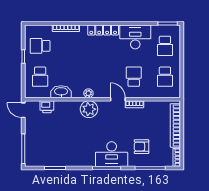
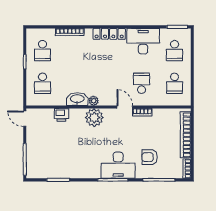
school desk: (40, 46) -> (42, 51), turned -90
washbasin: (61, 92) -> (77, 99), moved
printer: (47, 107) -> (62, 115), moved

